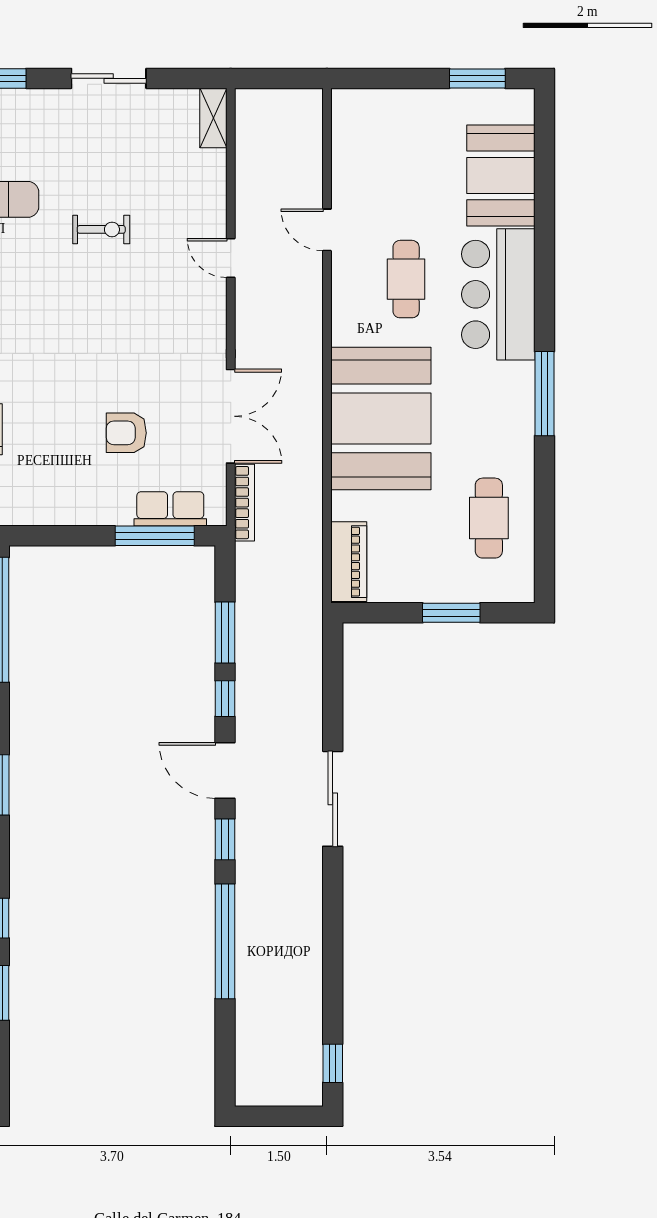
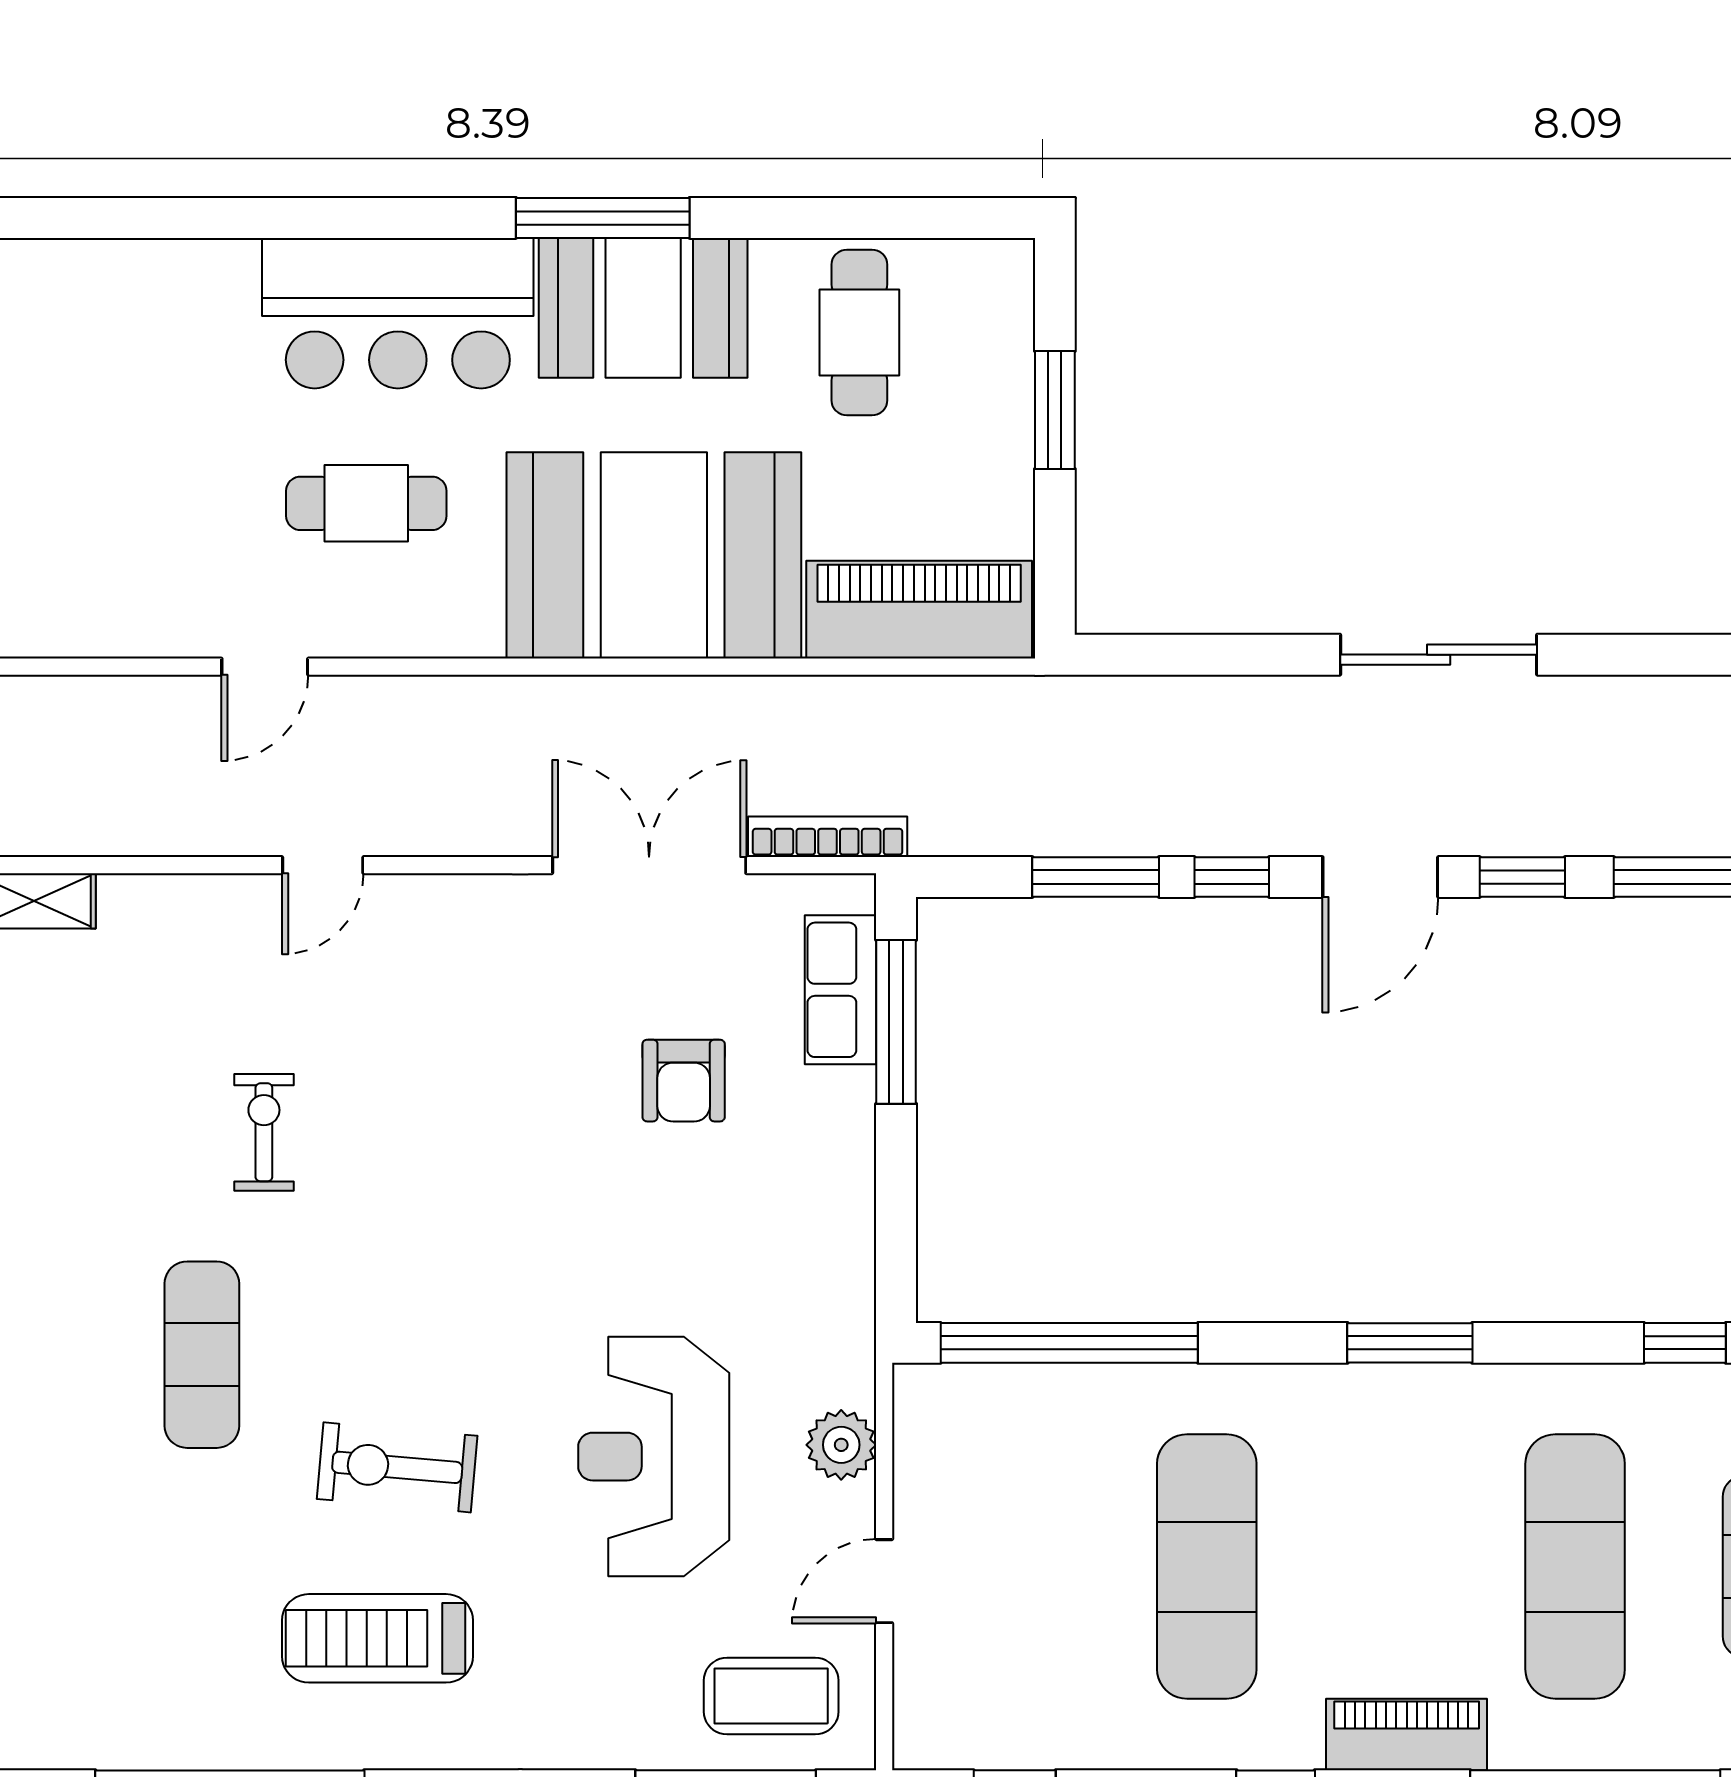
booth: (501, 175) -> (643, 308), moved
cafe table: (489, 518) -> (859, 332), turned 90
piano: (349, 562) -> (919, 610), width x1.37, depth x1.33

